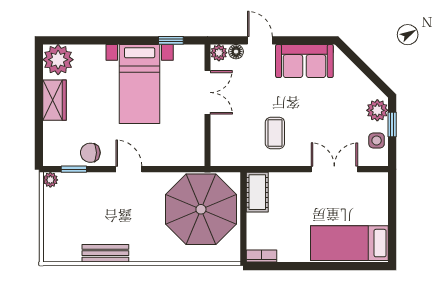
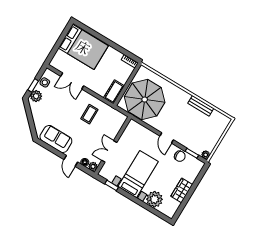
plant: (58, 60) -> (154, 199), moved
bed: (349, 243) -> (83, 47), width x1.50

